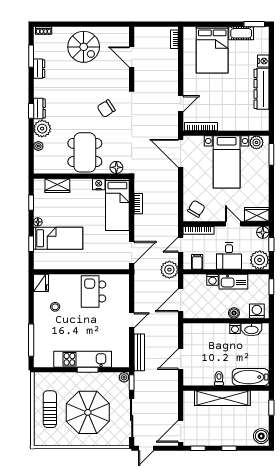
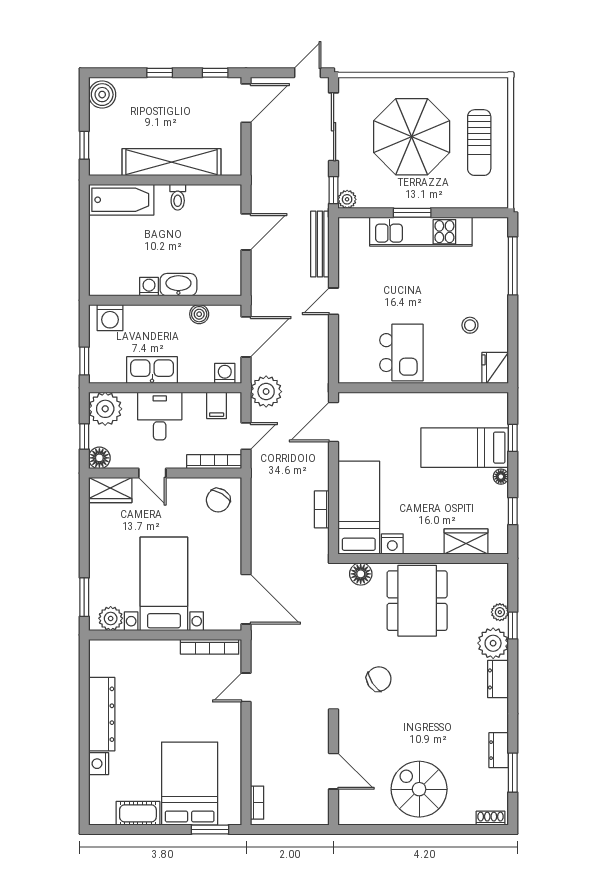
window: (254, 24) -> (210, 830), moved
window: (31, 111) -> (513, 626), moved
washing machine: (212, 280) -> (225, 373), moved
boiler: (234, 313) -> (199, 314), moved
washbasin: (251, 329) -> (178, 285), moved

